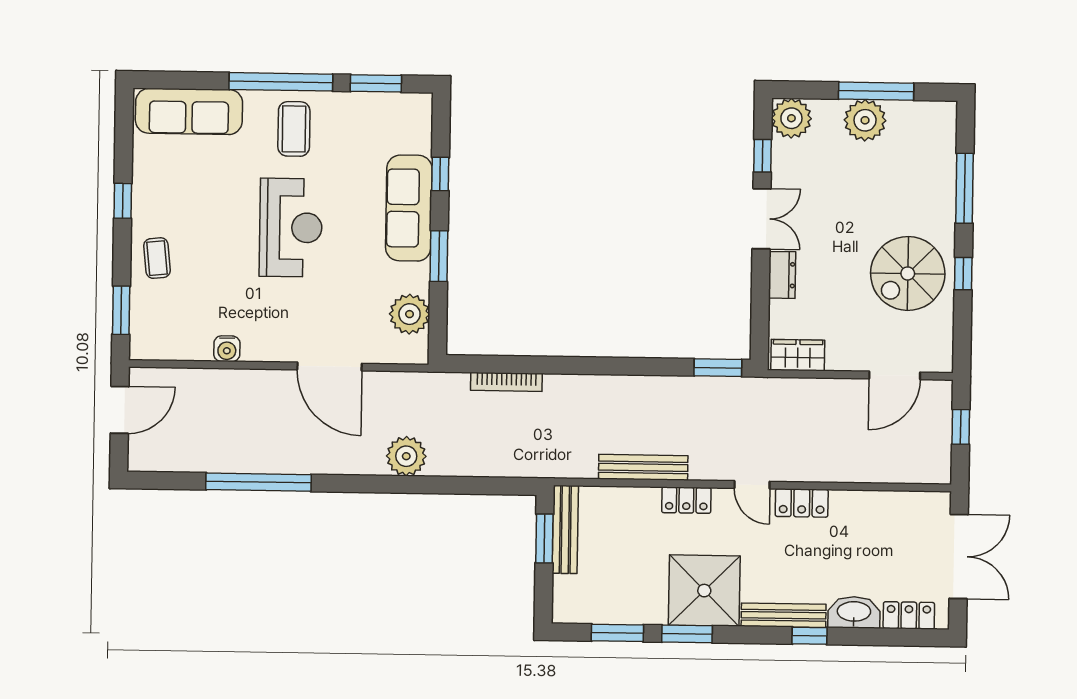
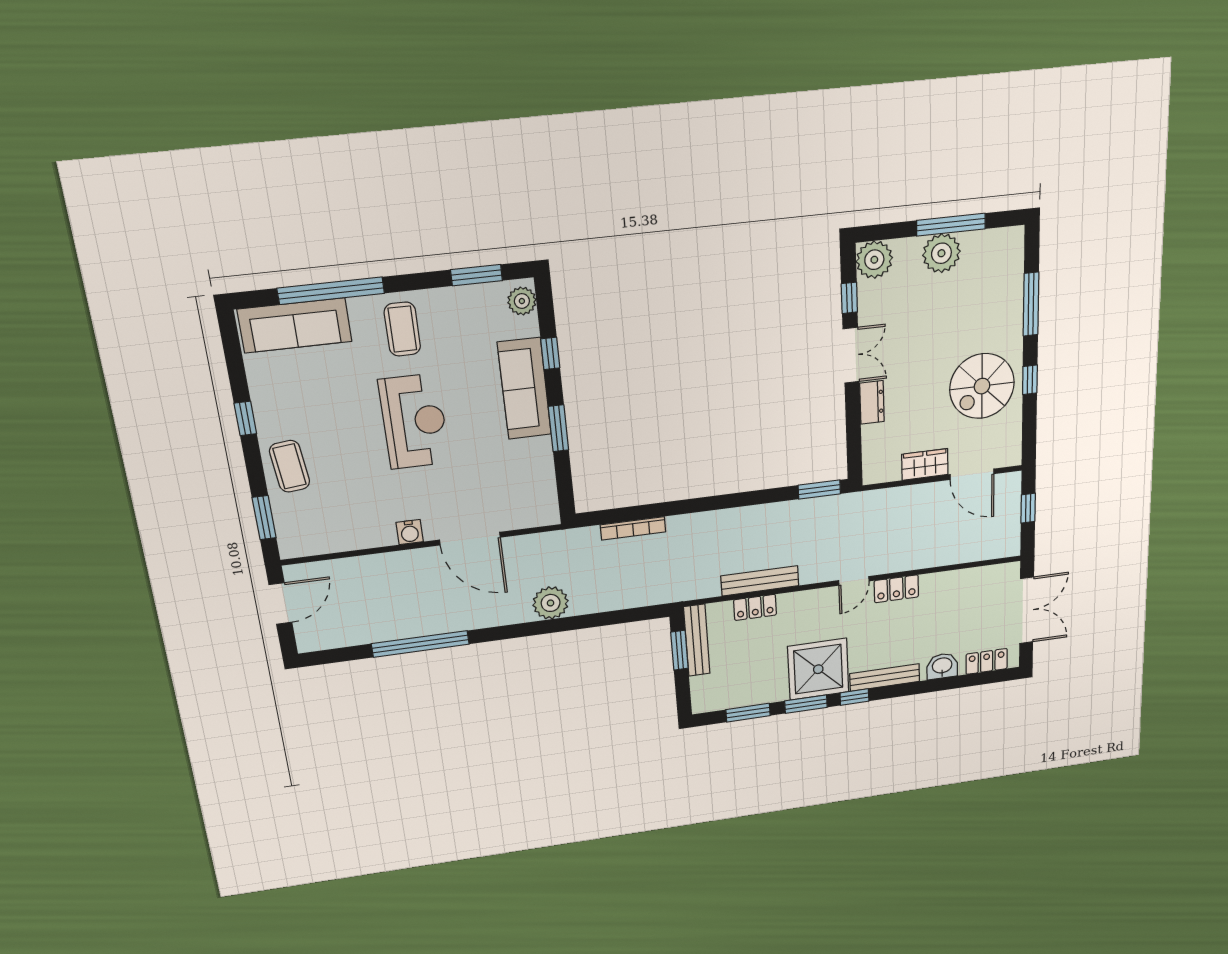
window: (281, 82) -> (331, 291), moved
coffee table: (157, 258) -> (290, 466), width x1.36, depth x1.30
plant: (410, 314) -> (522, 301), moved, width x0.73, depth x0.73
water cooler: (227, 349) -> (410, 532), moved
wardrobe: (798, 355) -> (925, 464), moved
door: (895, 375) -> (972, 474), hinge flipped
door: (752, 485) -> (854, 581), hinge flipped
locker: (686, 500) -> (755, 607), moved
washbasin: (854, 612) -> (942, 666), width x0.72
window: (809, 636) -> (854, 697), moved

